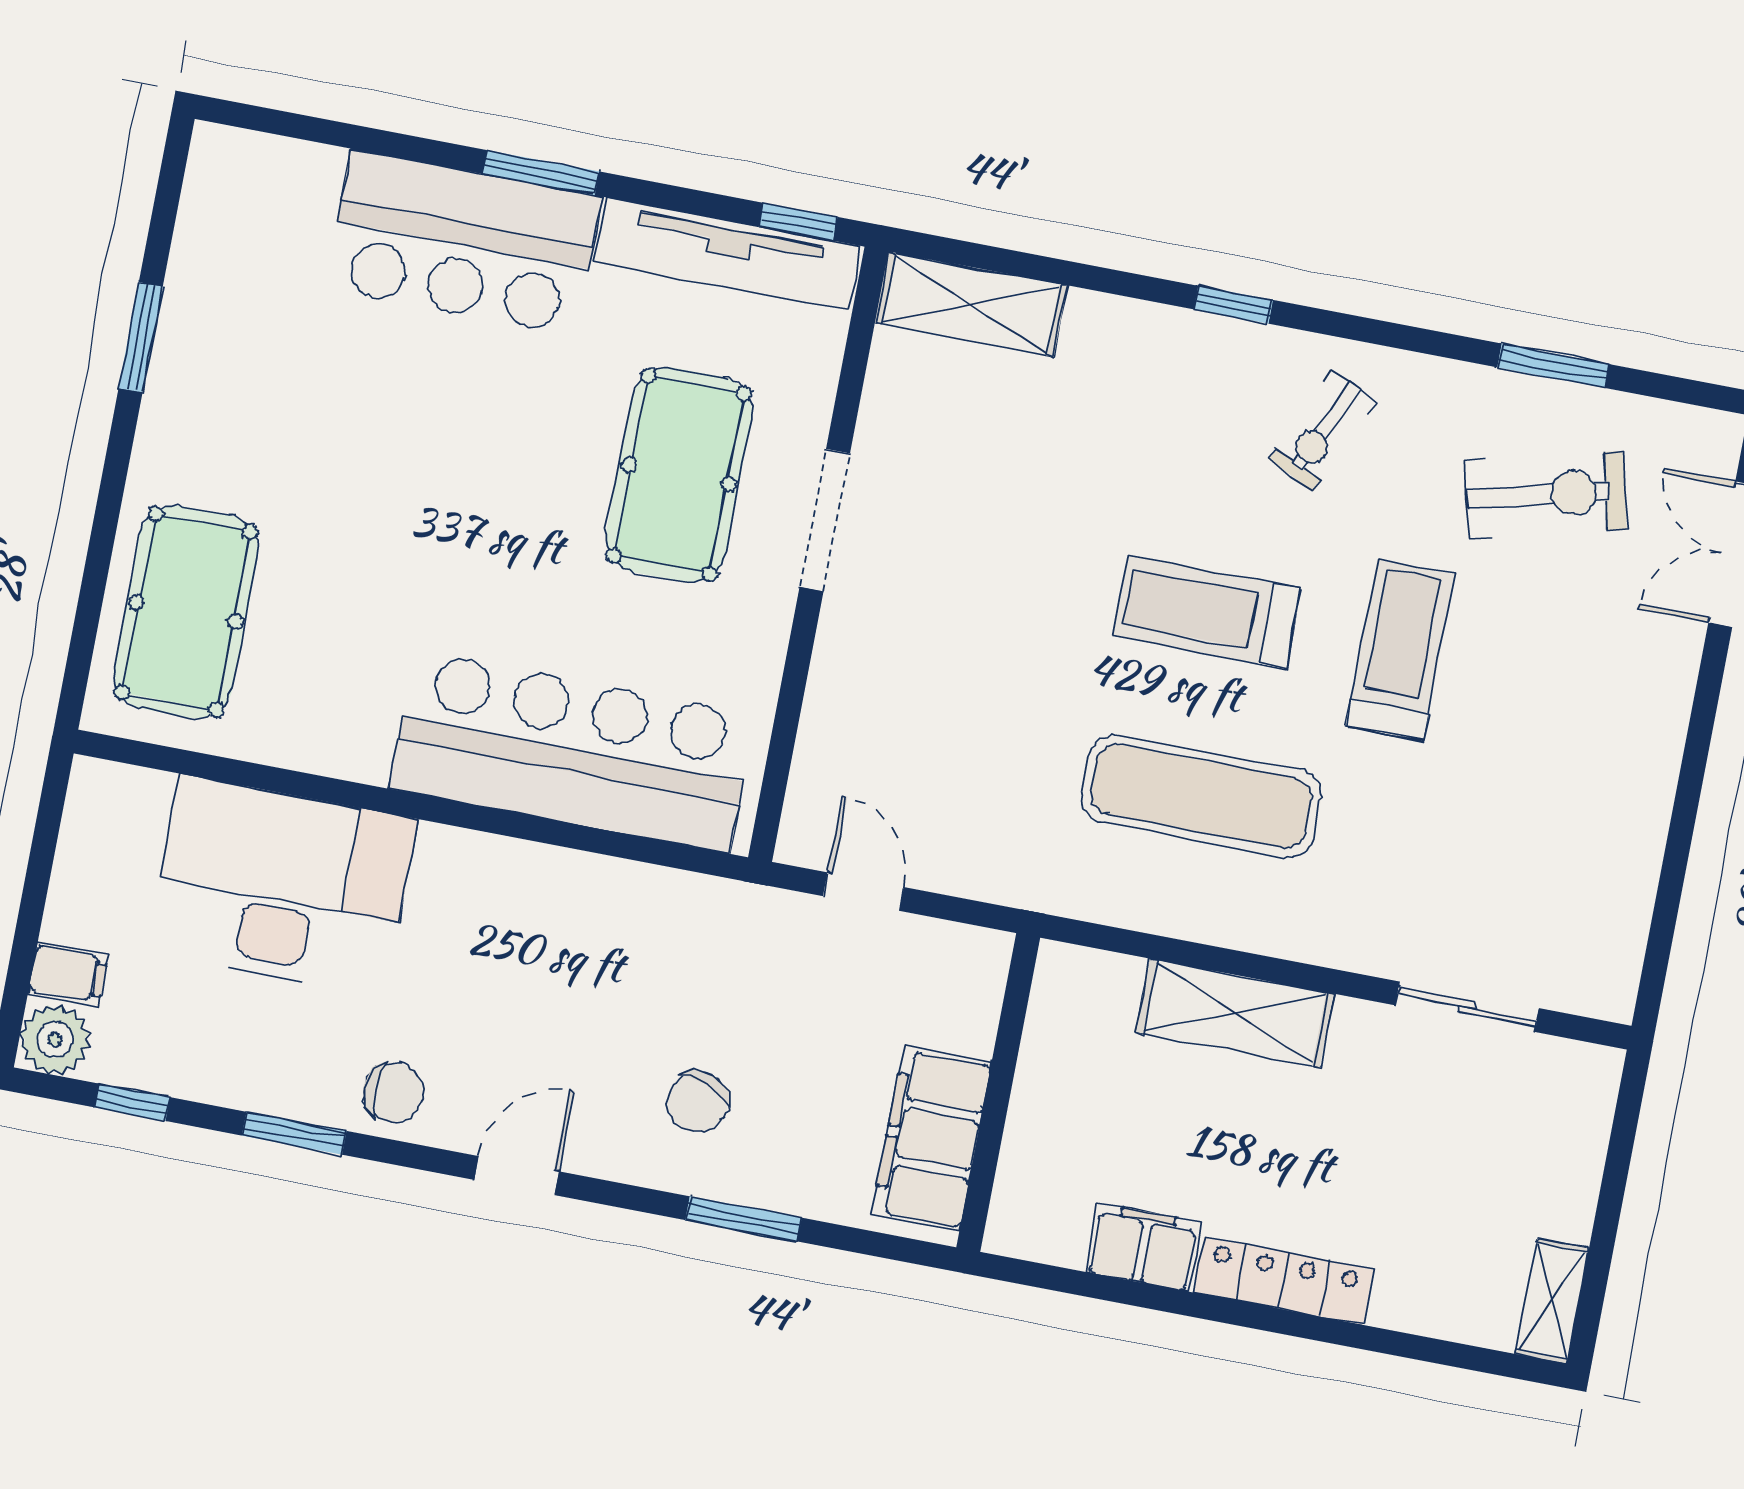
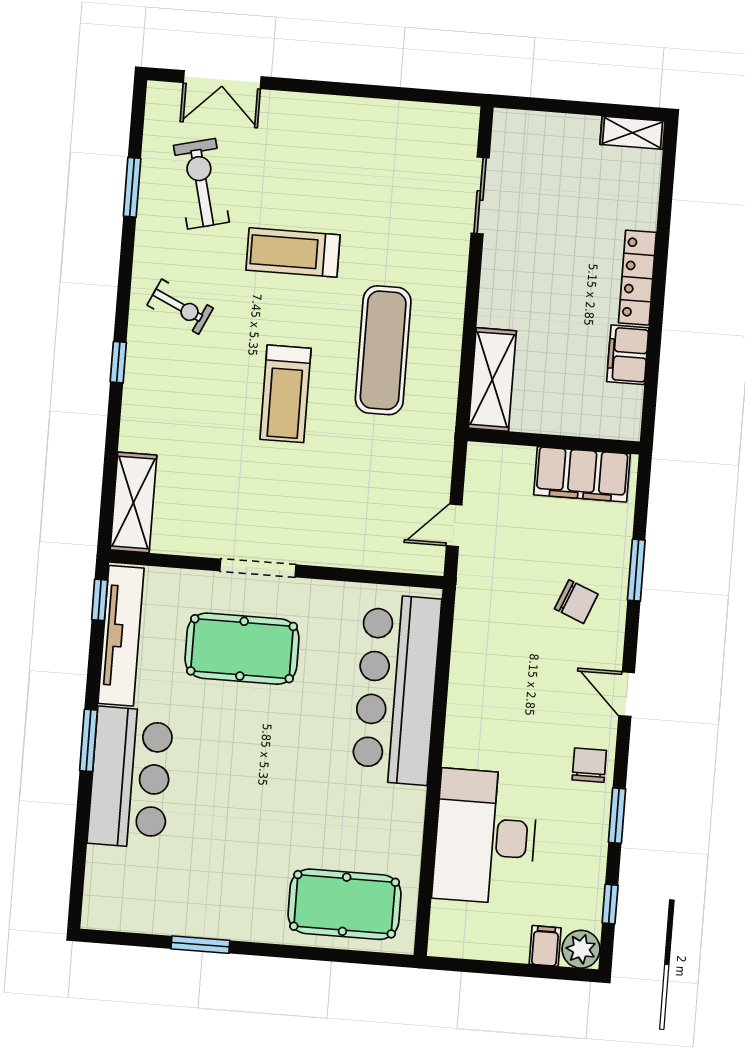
treadmill: (1207, 612) -> (285, 394), moved
shelving: (1235, 1013) -> (492, 380), moved

